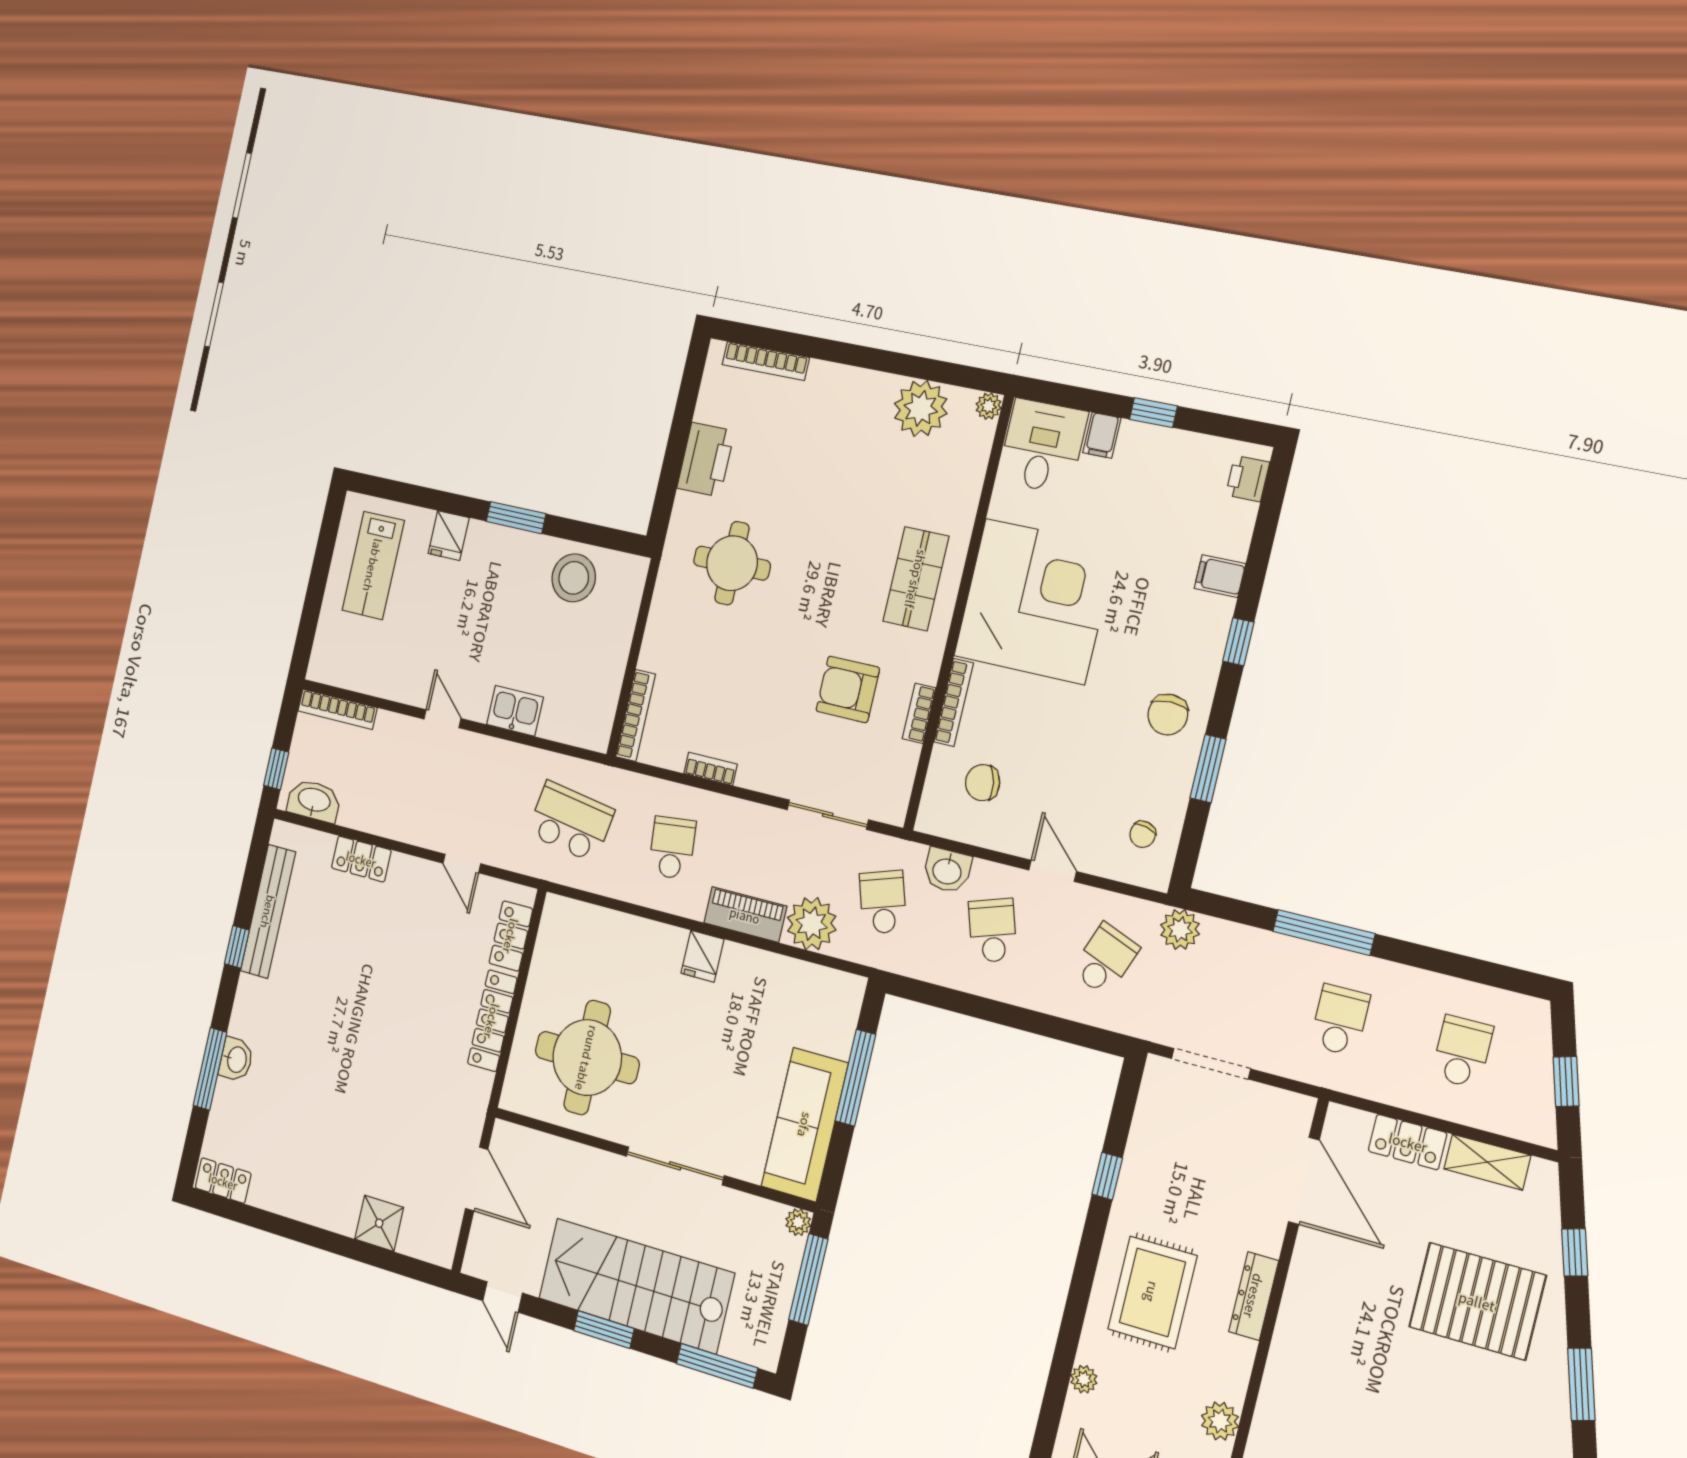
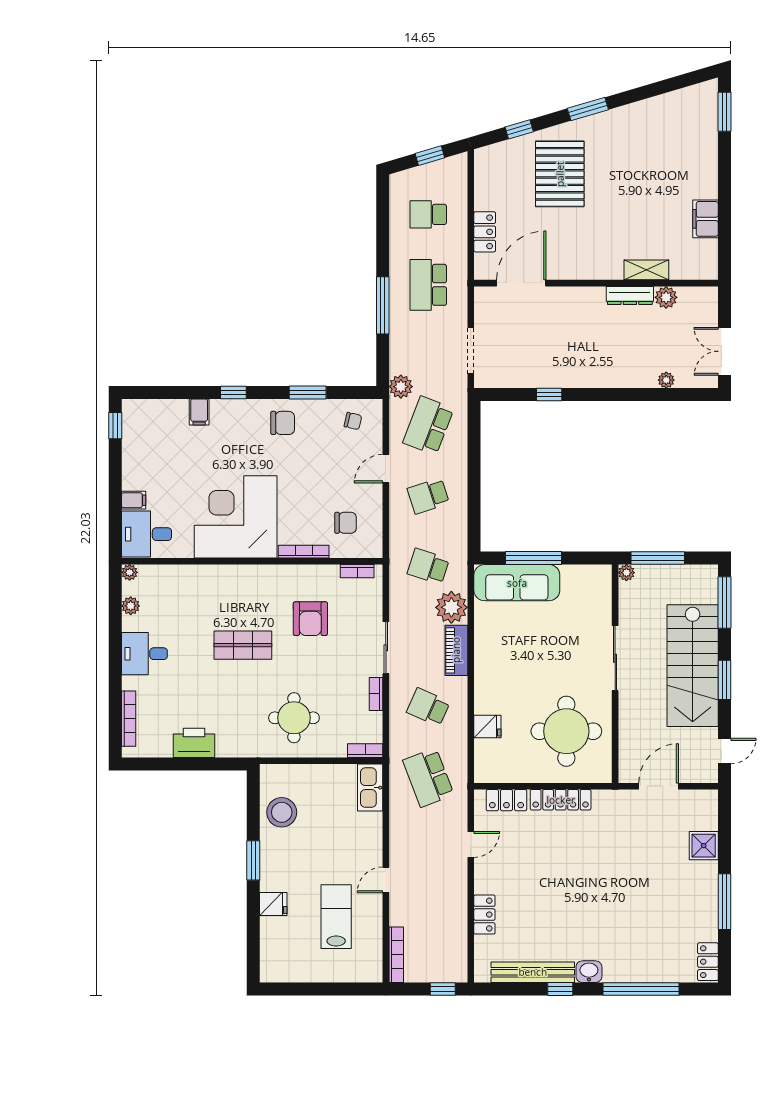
desk: (857, 406) -> (144, 654), added
plant: (921, 408) -> (131, 606), width x0.53, depth x0.53
window: (1153, 413) -> (115, 426), moved
printer: (1248, 479) -> (142, 409), removed
round table: (732, 563) -> (294, 718), moved
lab bench: (373, 565) -> (336, 917), moved, turned -90
shop shelf: (916, 579) -> (243, 645), moved
kitchen sink: (515, 711) -> (370, 788), moved, width x1.38
bookcase: (919, 713) -> (357, 571), moved
bookcase: (636, 715) -> (365, 751), width x0.64
chair: (983, 783) -> (346, 523), turned -79
washbasin: (314, 801) -> (456, 957), removed
sliding door: (828, 815) -> (386, 648), moved
school desk: (571, 822) -> (428, 778), turned -30
school desk: (672, 848) -> (428, 707), turned 30
washbasin: (947, 870) -> (401, 532), removed
school desk: (883, 902) -> (428, 566), turned 36
fridge: (702, 956) -> (487, 727), moved
school desk: (1105, 960) -> (428, 426), width x1.85
school desk: (1340, 1020) -> (428, 285), width x1.85
washbasin: (236, 1059) -> (589, 972), moved
window: (210, 1069) -> (641, 989), width x1.46
sofa: (805, 1125) -> (517, 583), moved
shelving: (1487, 1162) -> (646, 270), moved, turned 90
window: (297, 1231) -> (724, 902), added
rug: (1152, 1292) -> (606, 353), removed
dresser: (1254, 1296) -> (630, 296), moved

